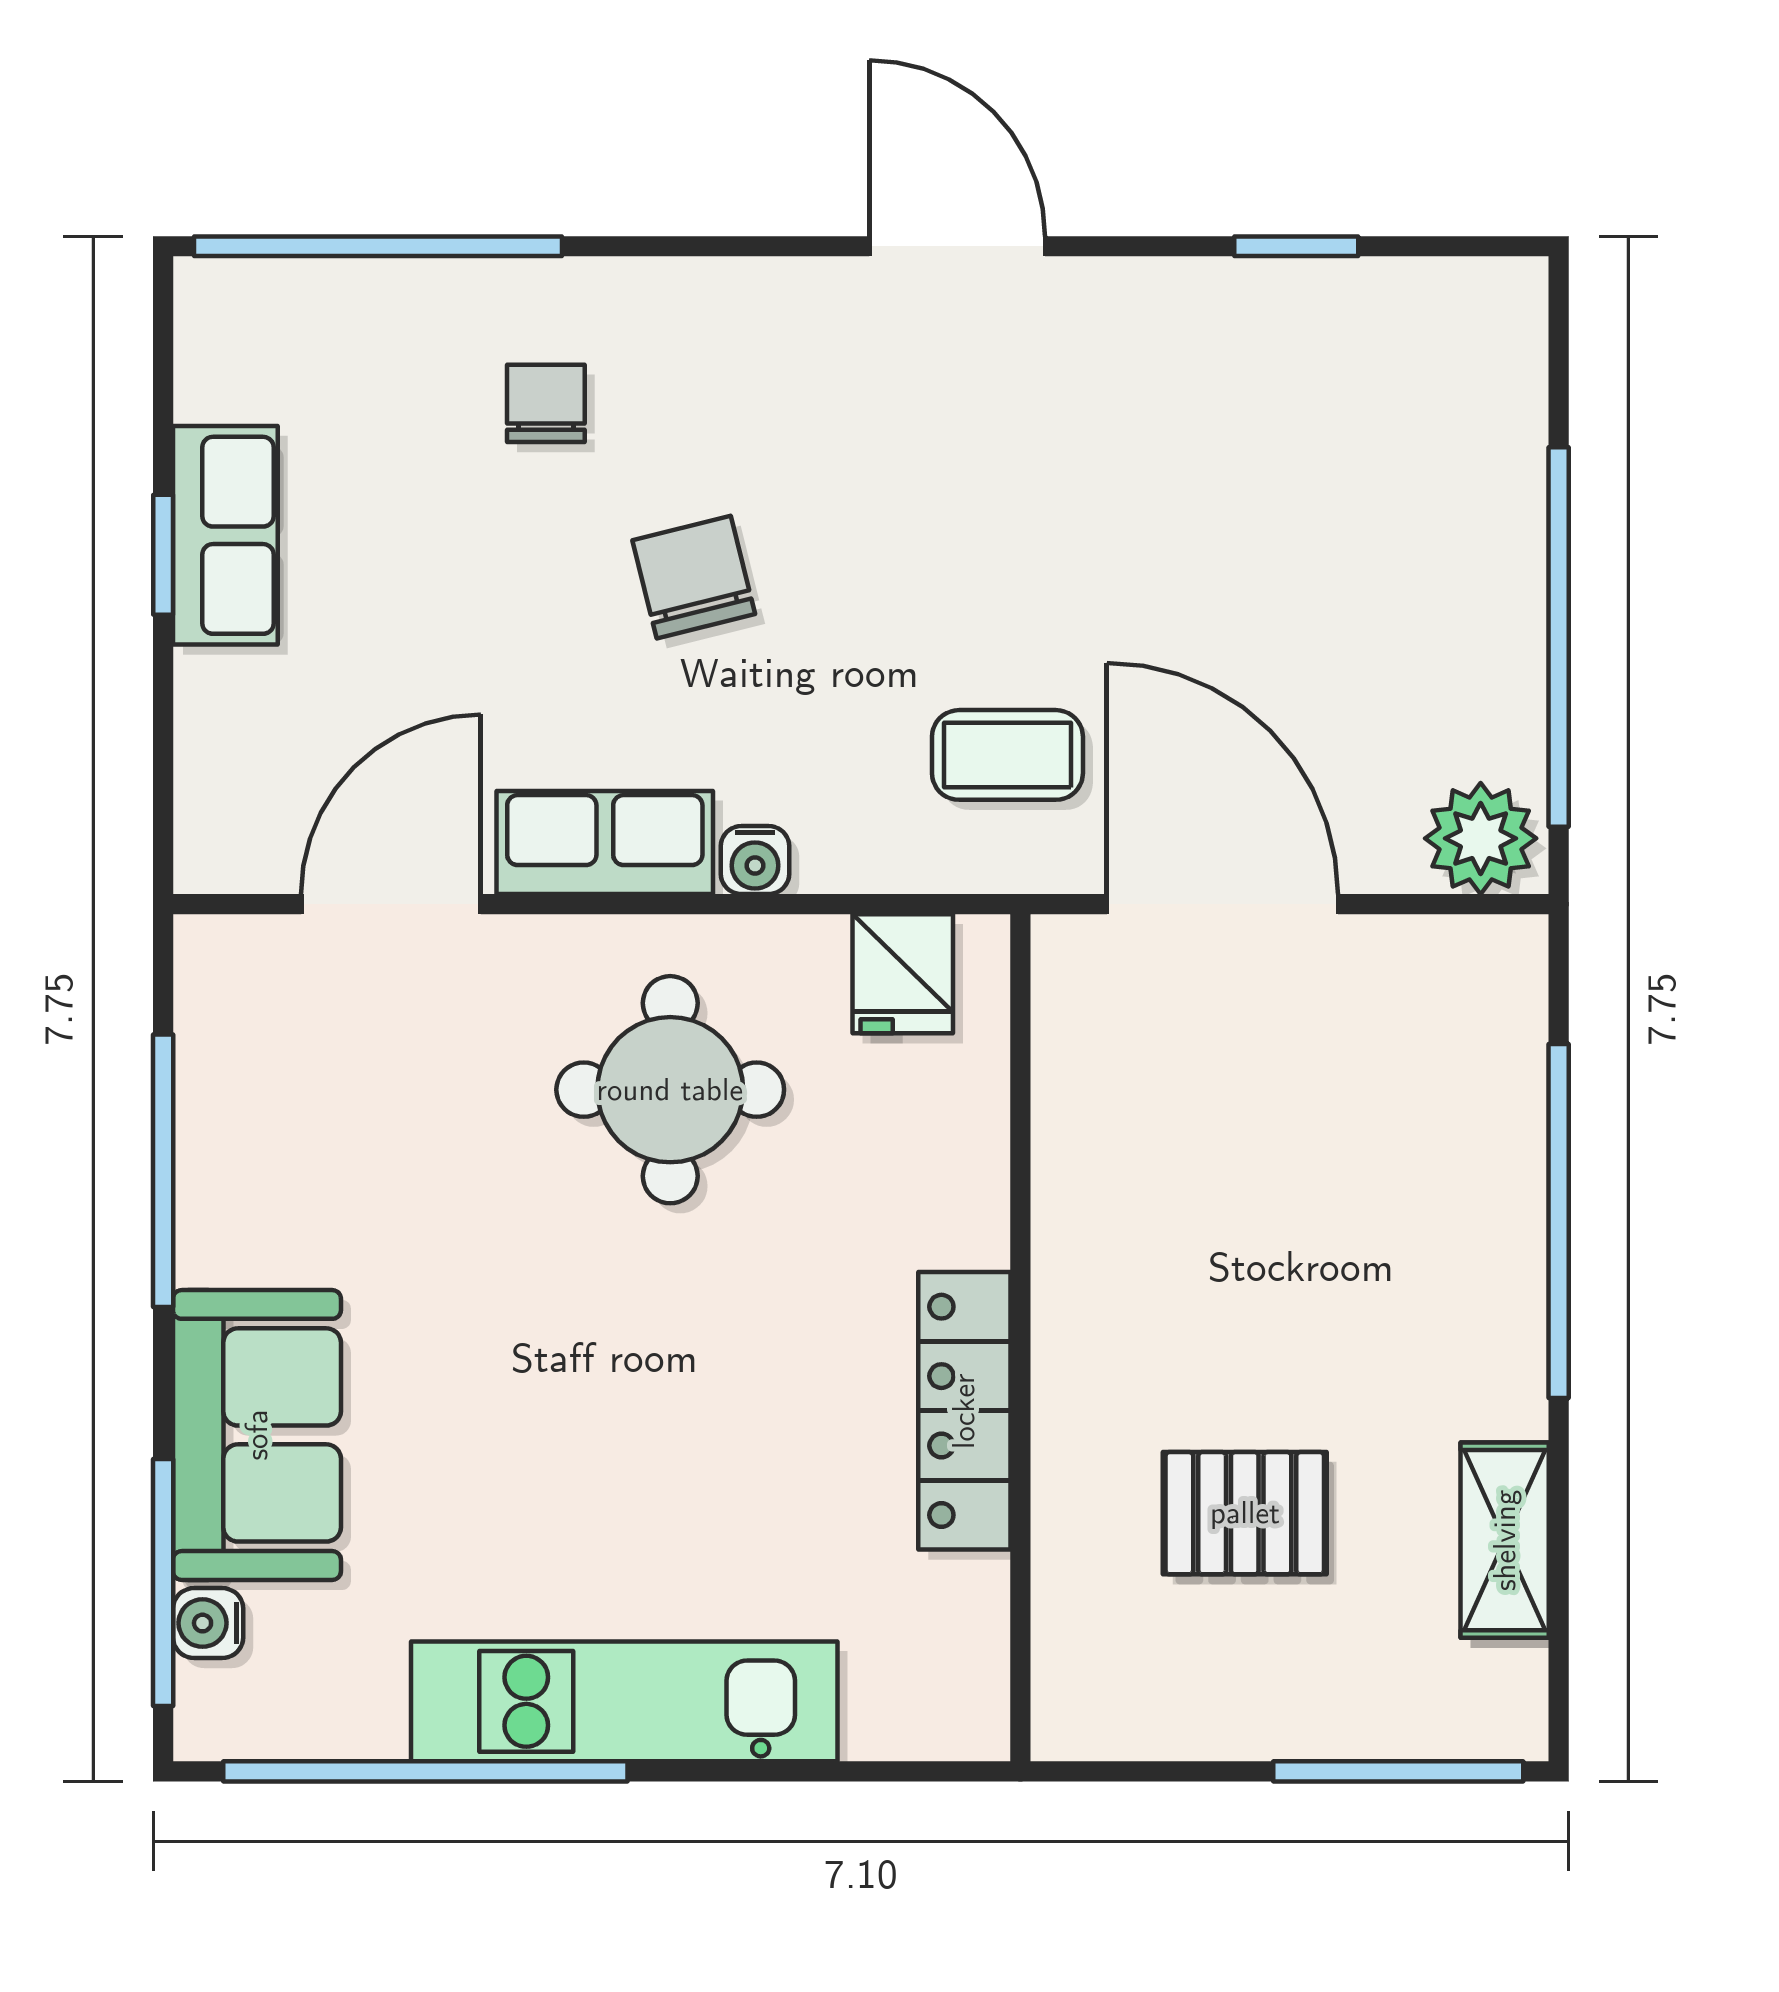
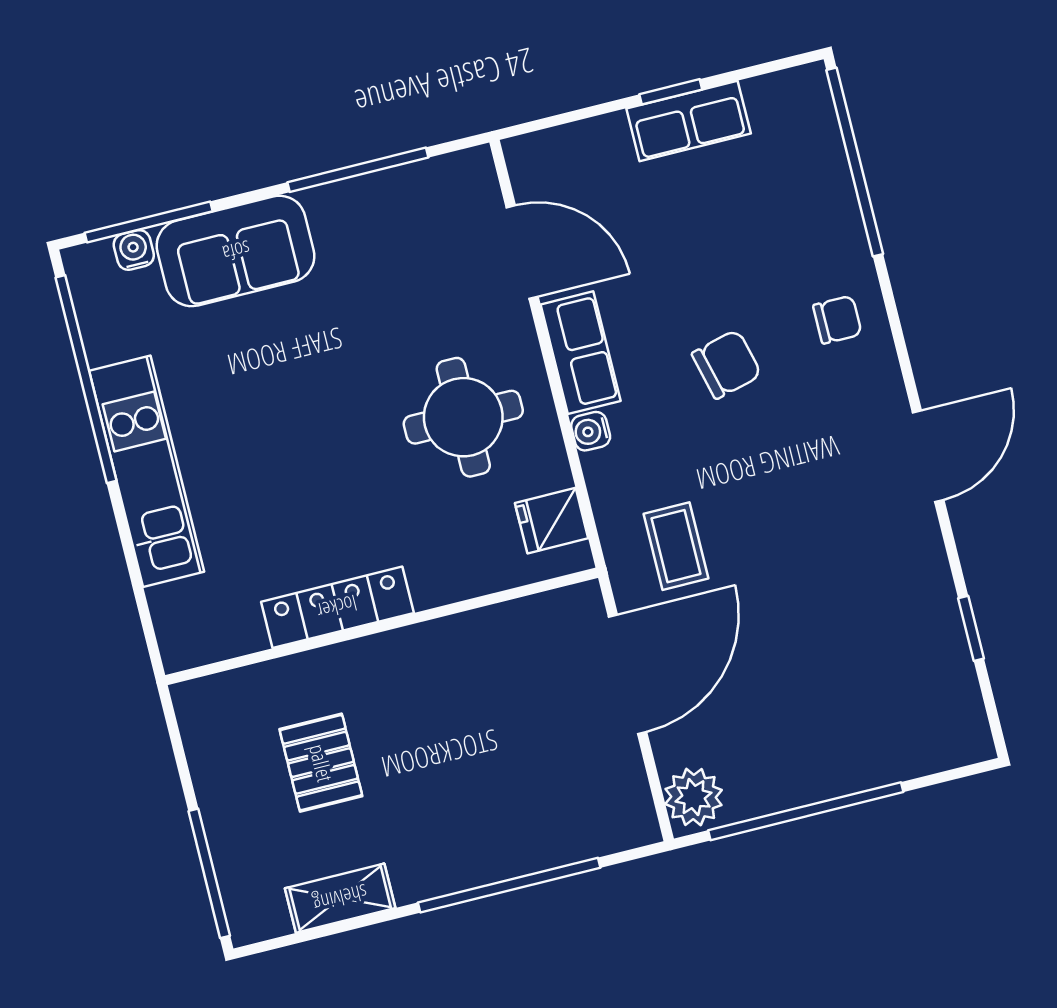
chair: (546, 403) -> (837, 320), moved

